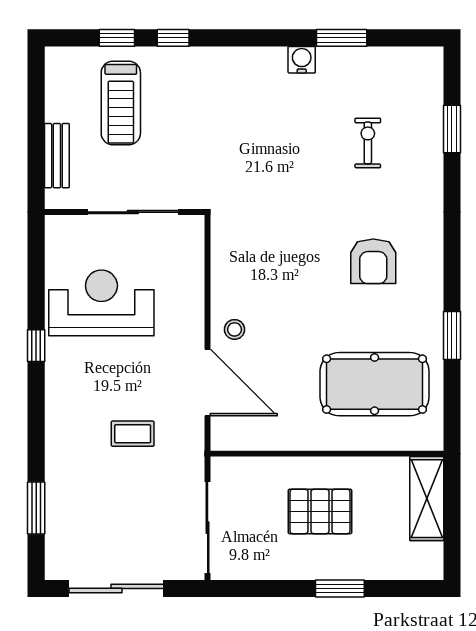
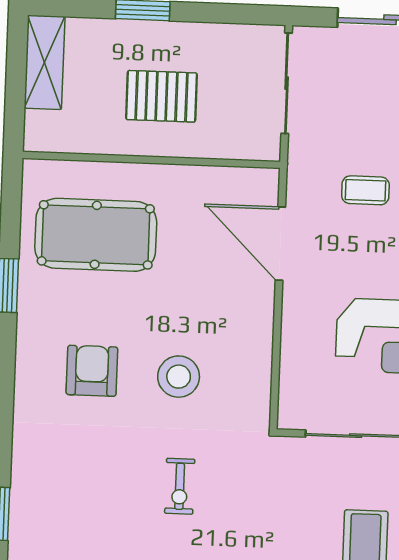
exercise bike: (368, 143) -> (180, 486), moved
stool: (235, 329) -> (179, 377), moved, width x1.89, depth x1.89
shelving: (427, 499) -> (45, 62), moved

